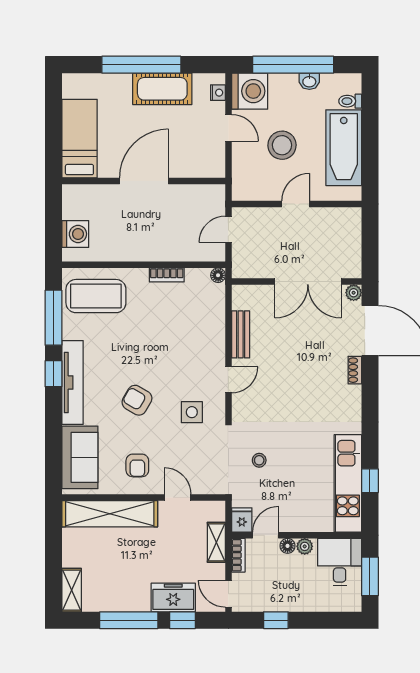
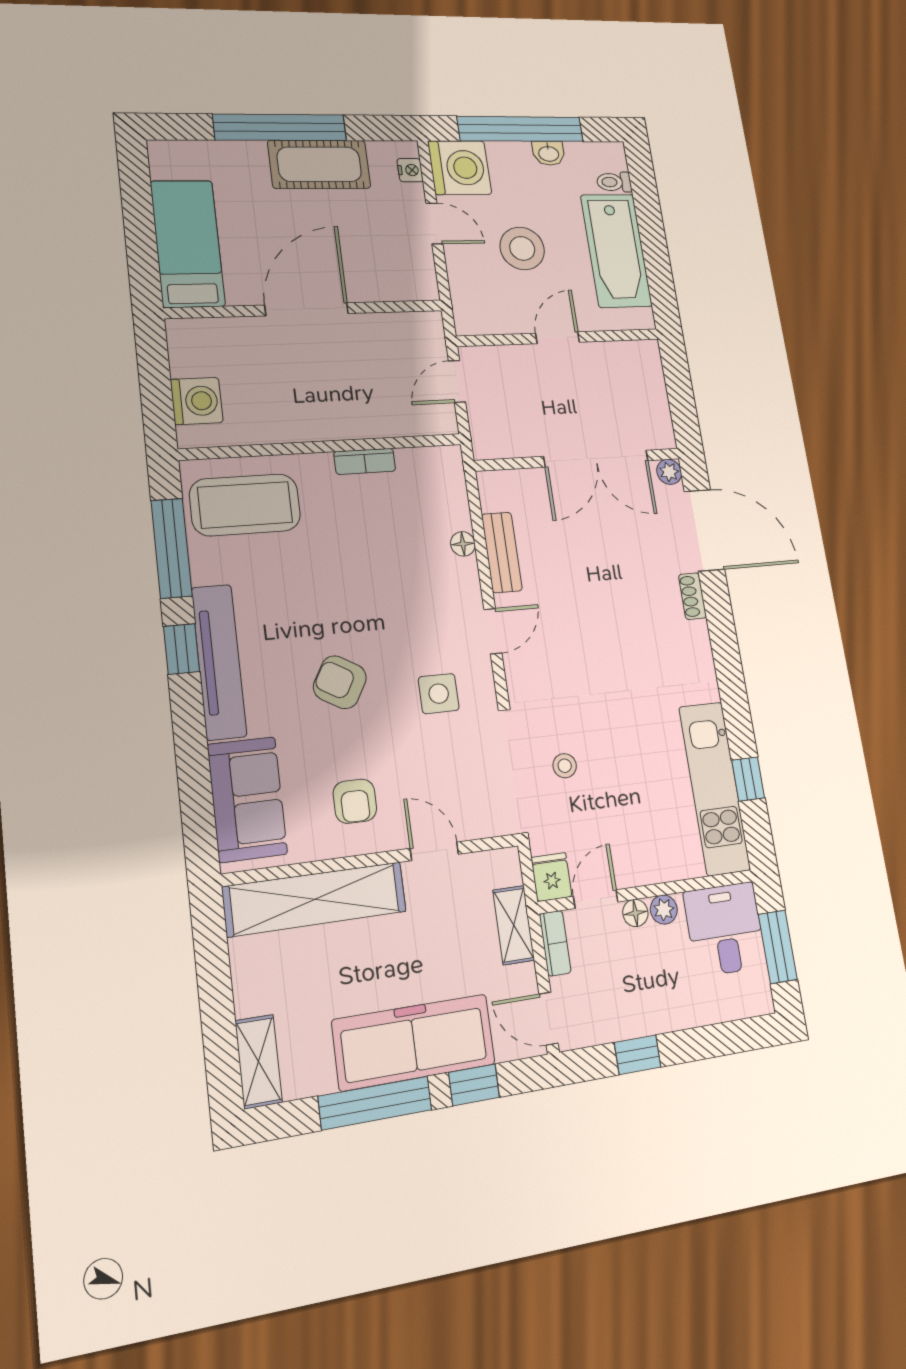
floor lamp: (218, 275) -> (463, 544), moved
freezer: (173, 597) -> (414, 1042), width x1.91, depth x1.26

